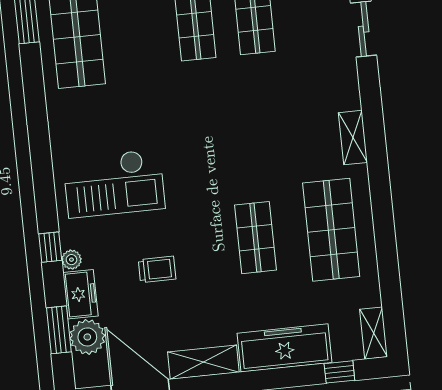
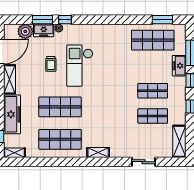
checkout: (114, 183) -> (80, 66), moved
shop shelf: (255, 238) -> (60, 107), width x1.43, depth x1.36
window: (59, 330) -> (43, 20), moved

